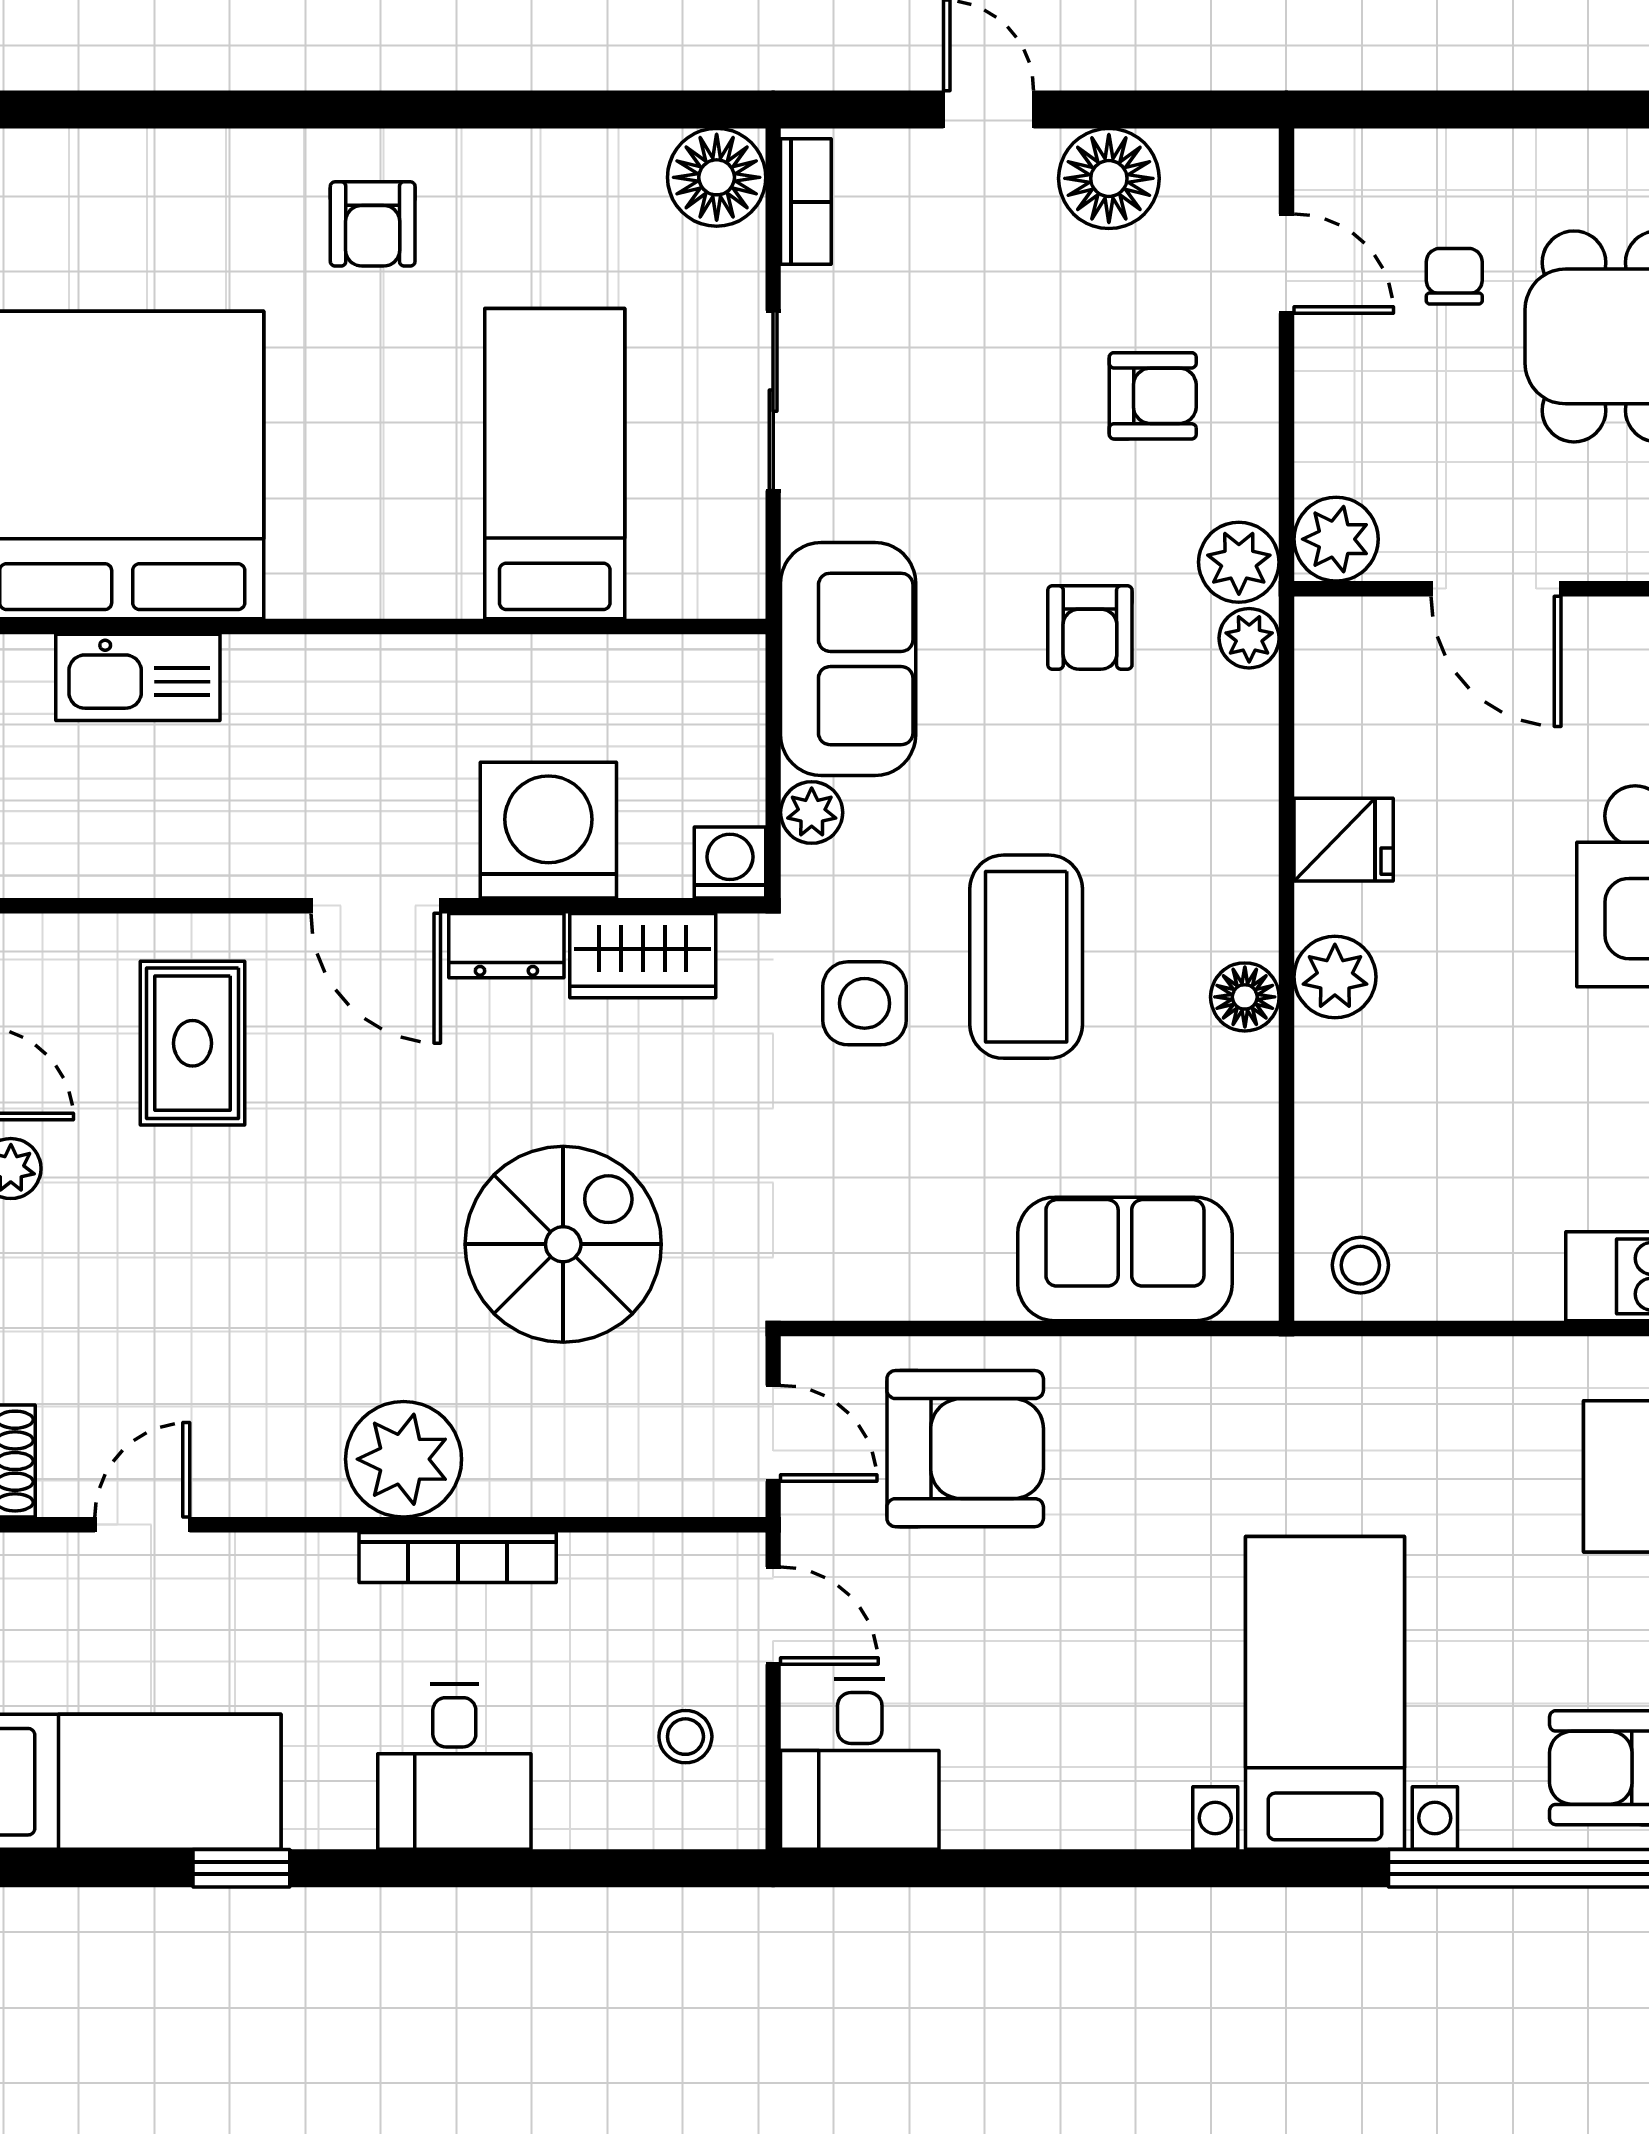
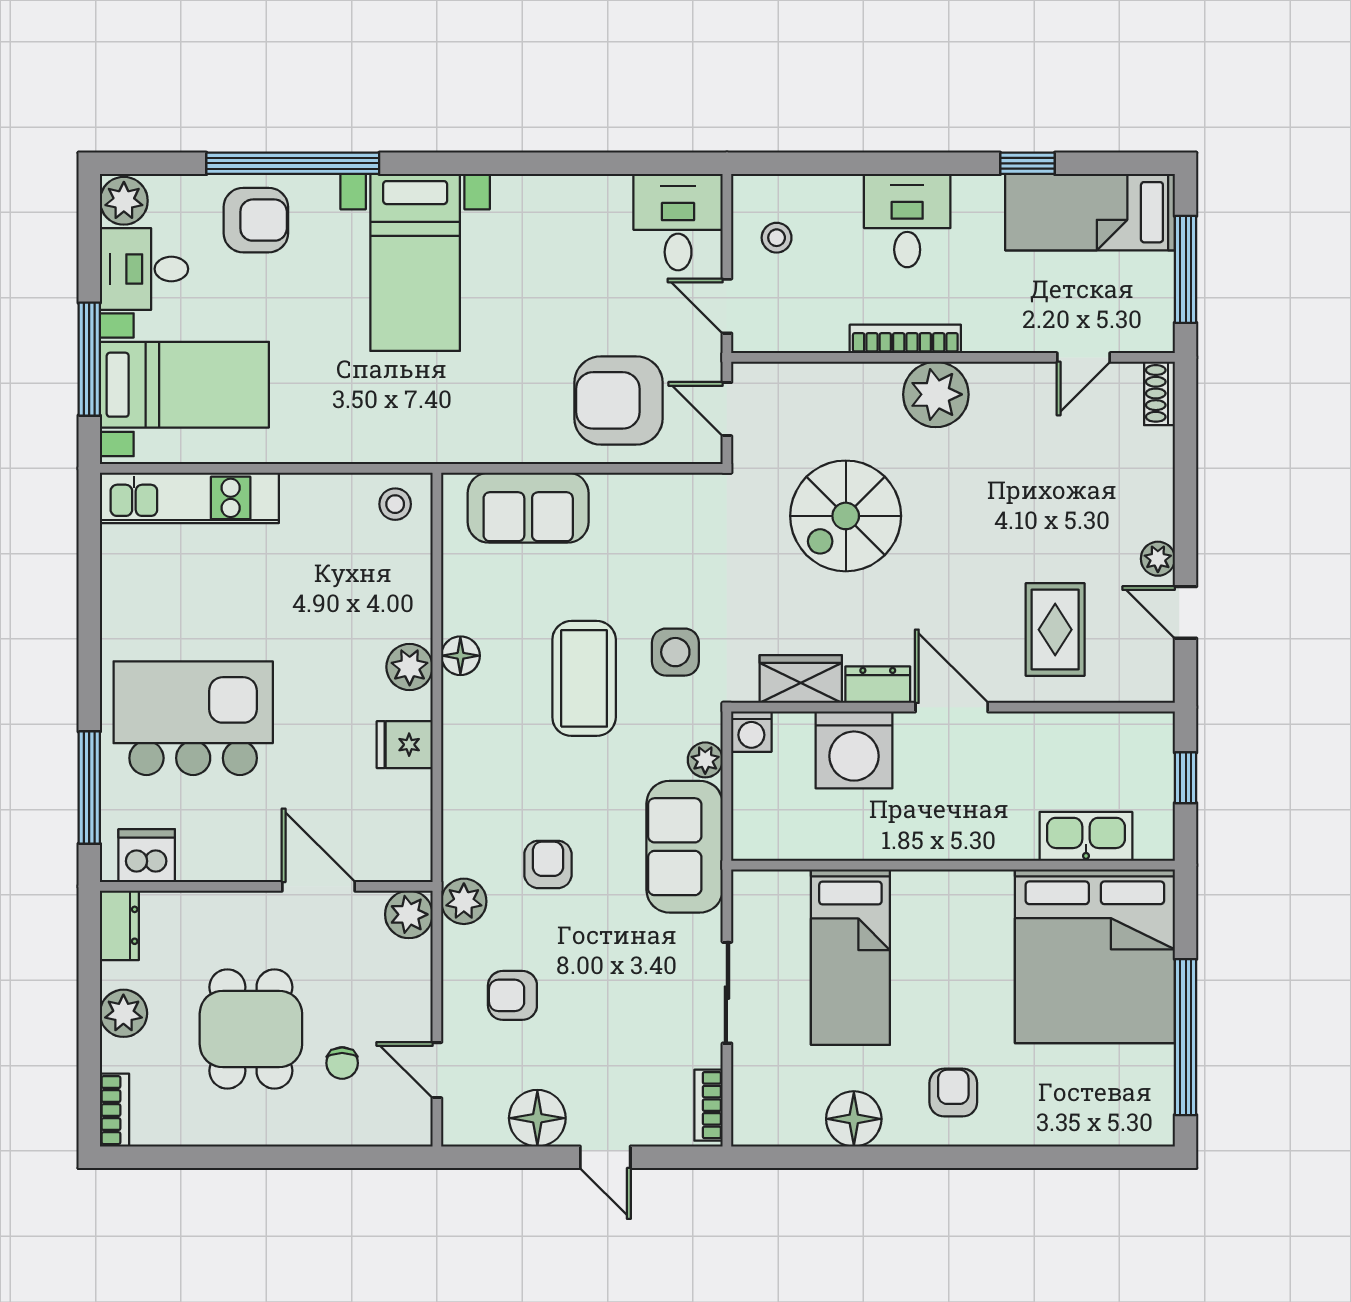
floor lamp: (717, 177) -> (854, 1119), moved
plant: (1249, 638) -> (458, 858), removed

